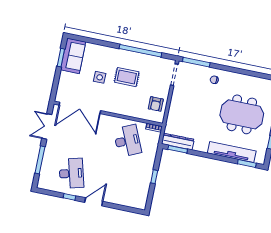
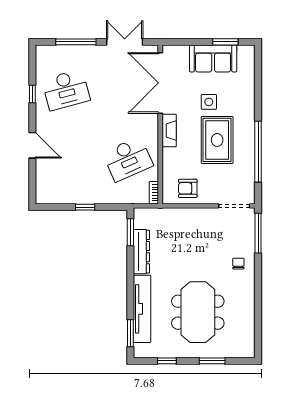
sofa: (73, 56) -> (213, 58), moved
rug: (127, 77) -> (217, 140), width x1.36, depth x1.43
fireplace: (114, 109) -> (169, 131), added
dresser: (178, 141) -> (141, 252), moved
door: (94, 202) -> (32, 145), moved

